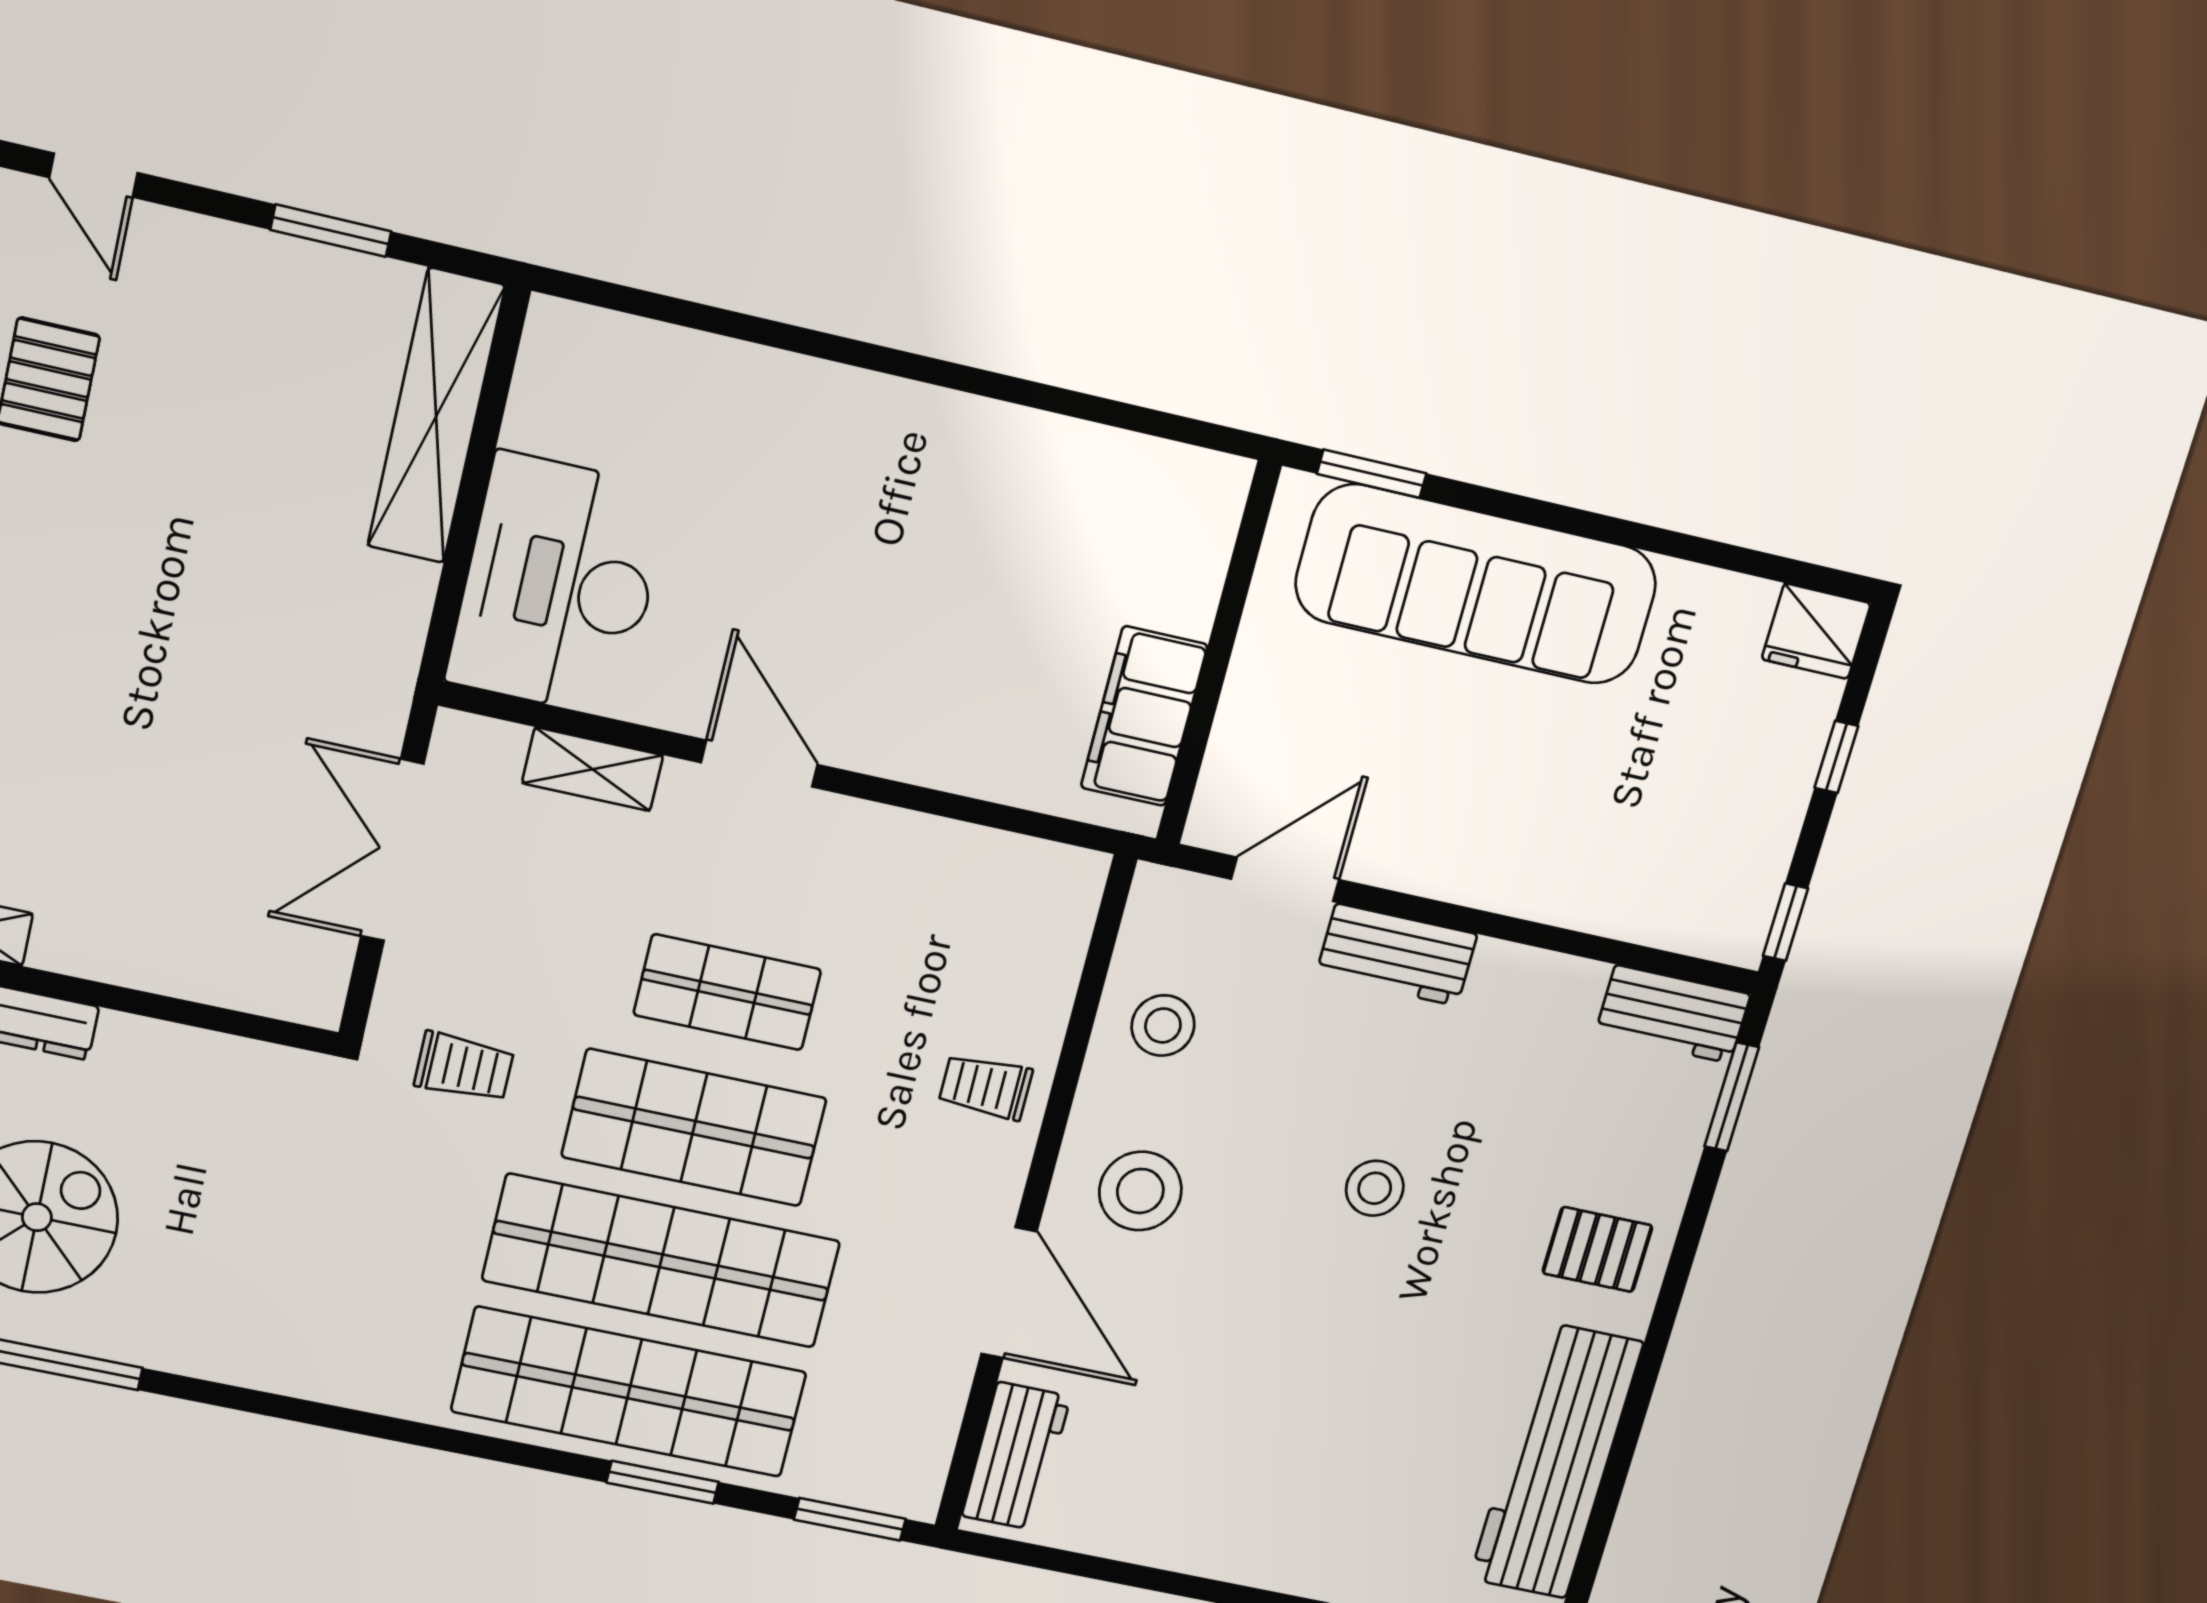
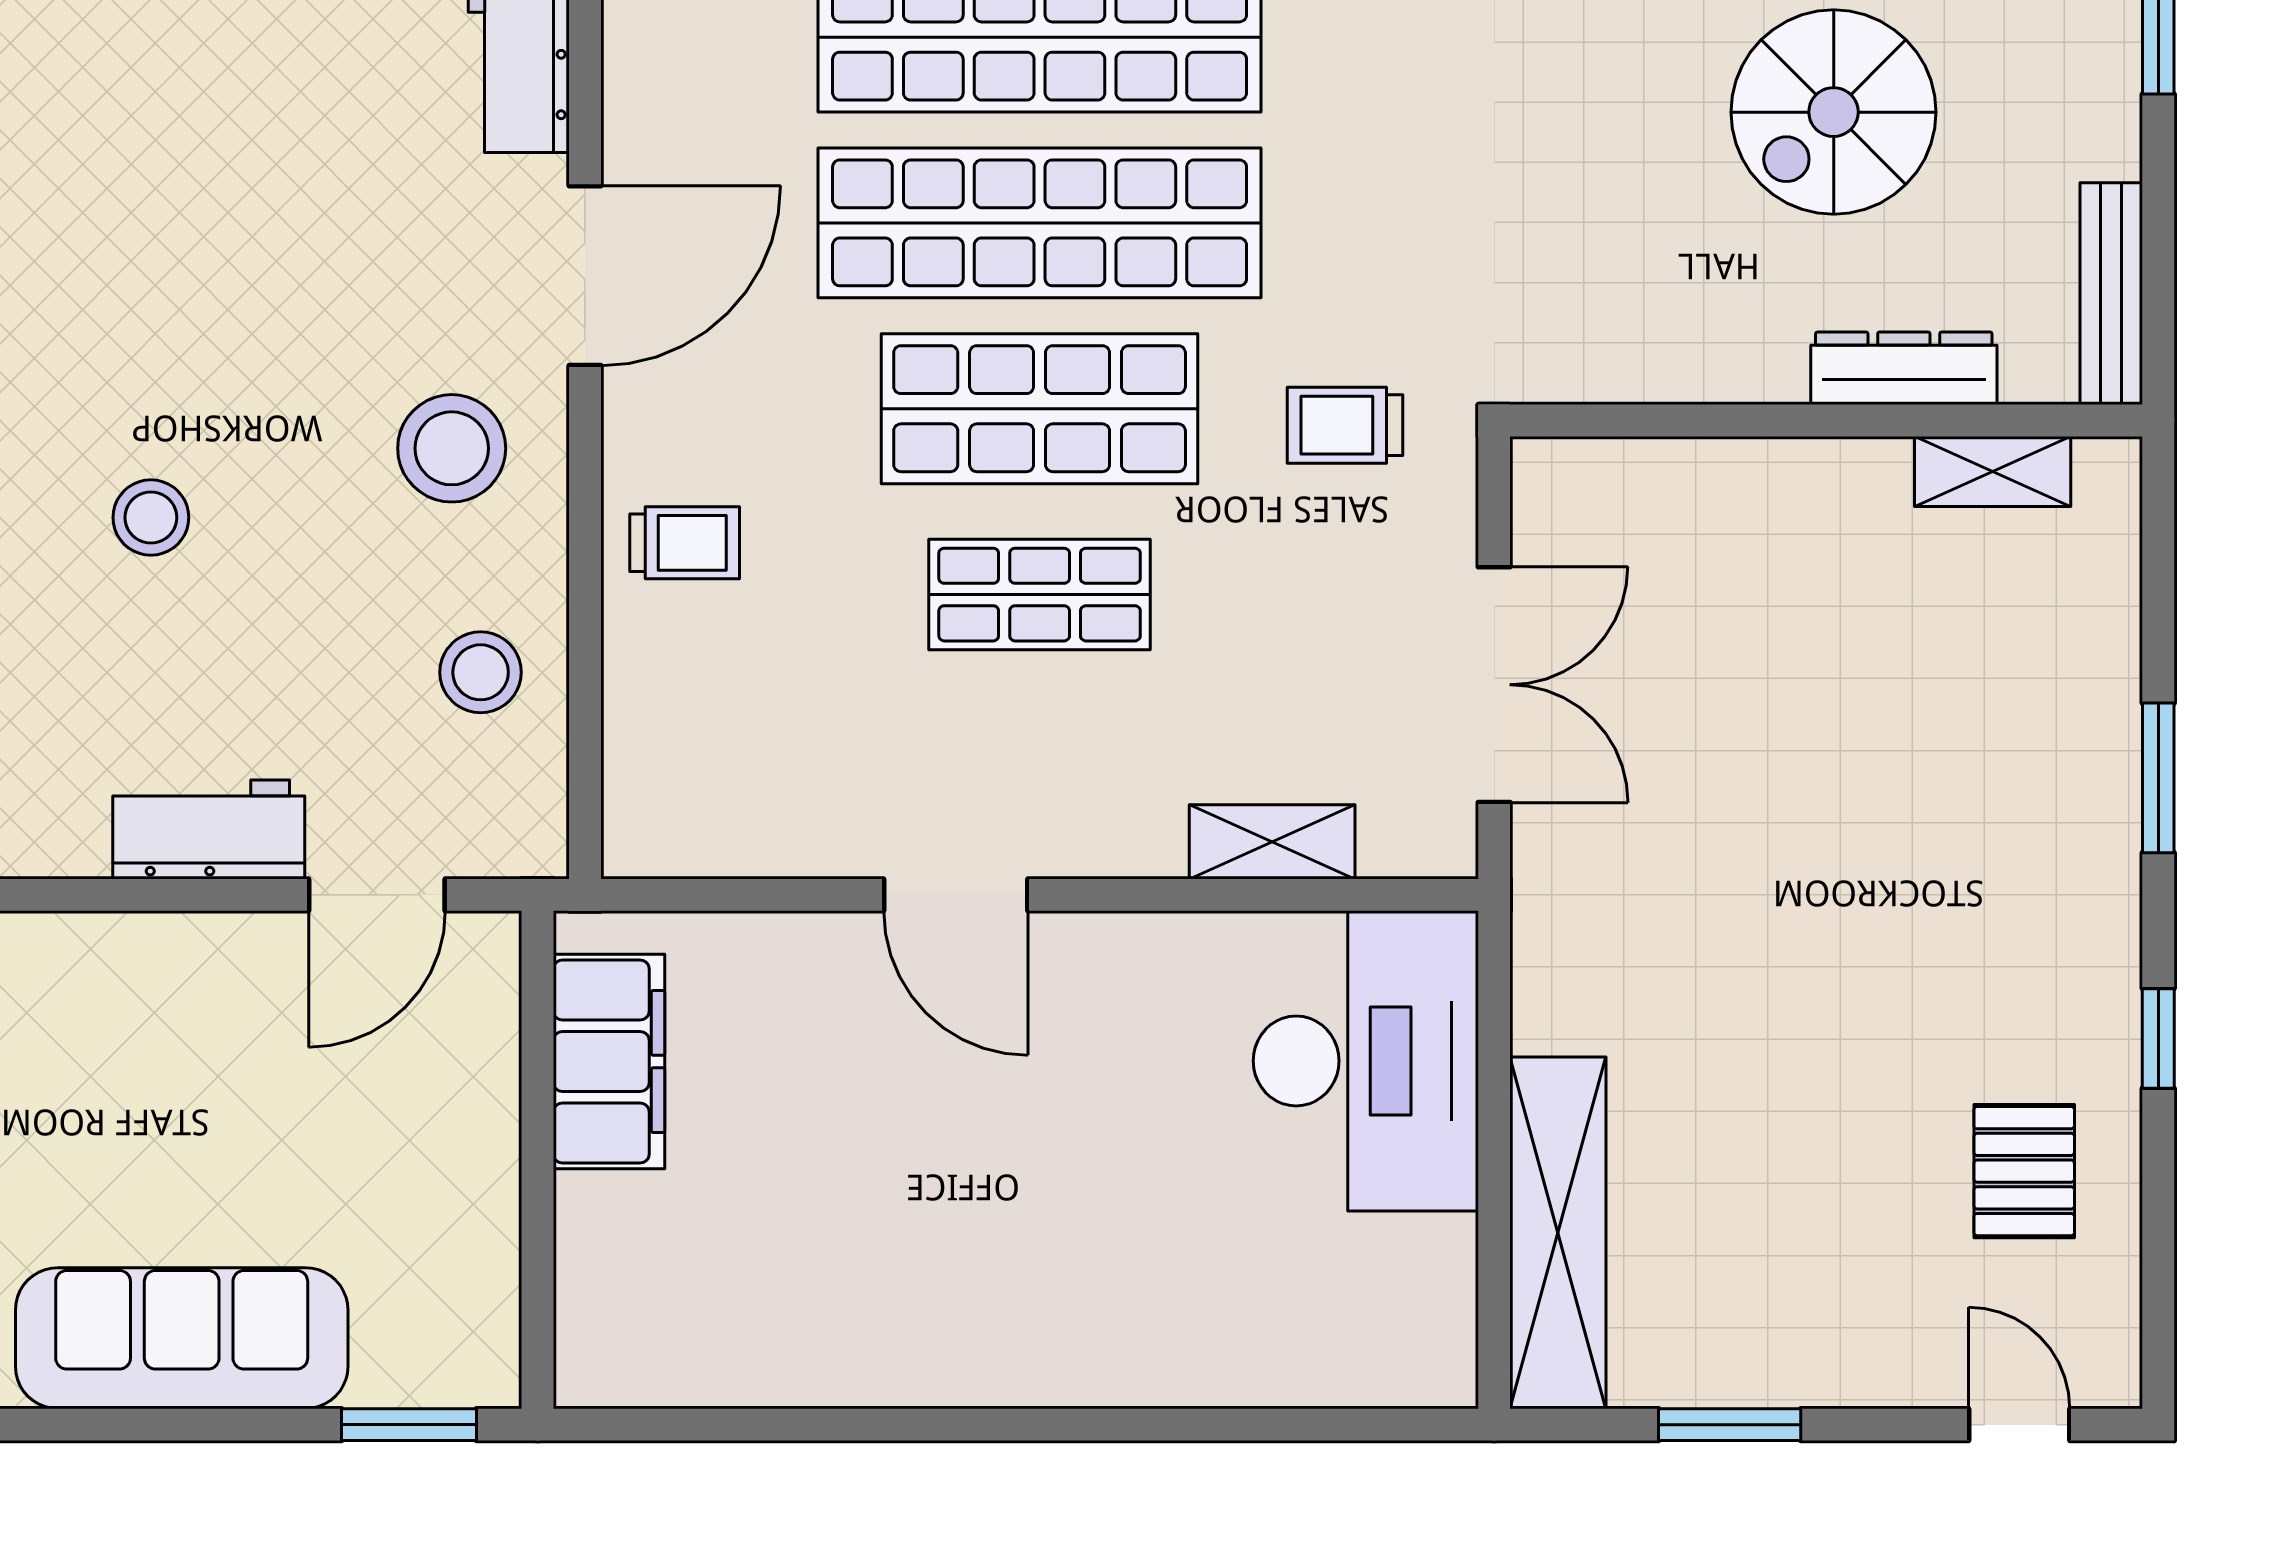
sofa: (1476, 584) -> (182, 1338), width x0.74, depth x0.79
door: (759, 764) -> (956, 895), moved
door: (1009, 1293) -> (585, 276), swing flipped

